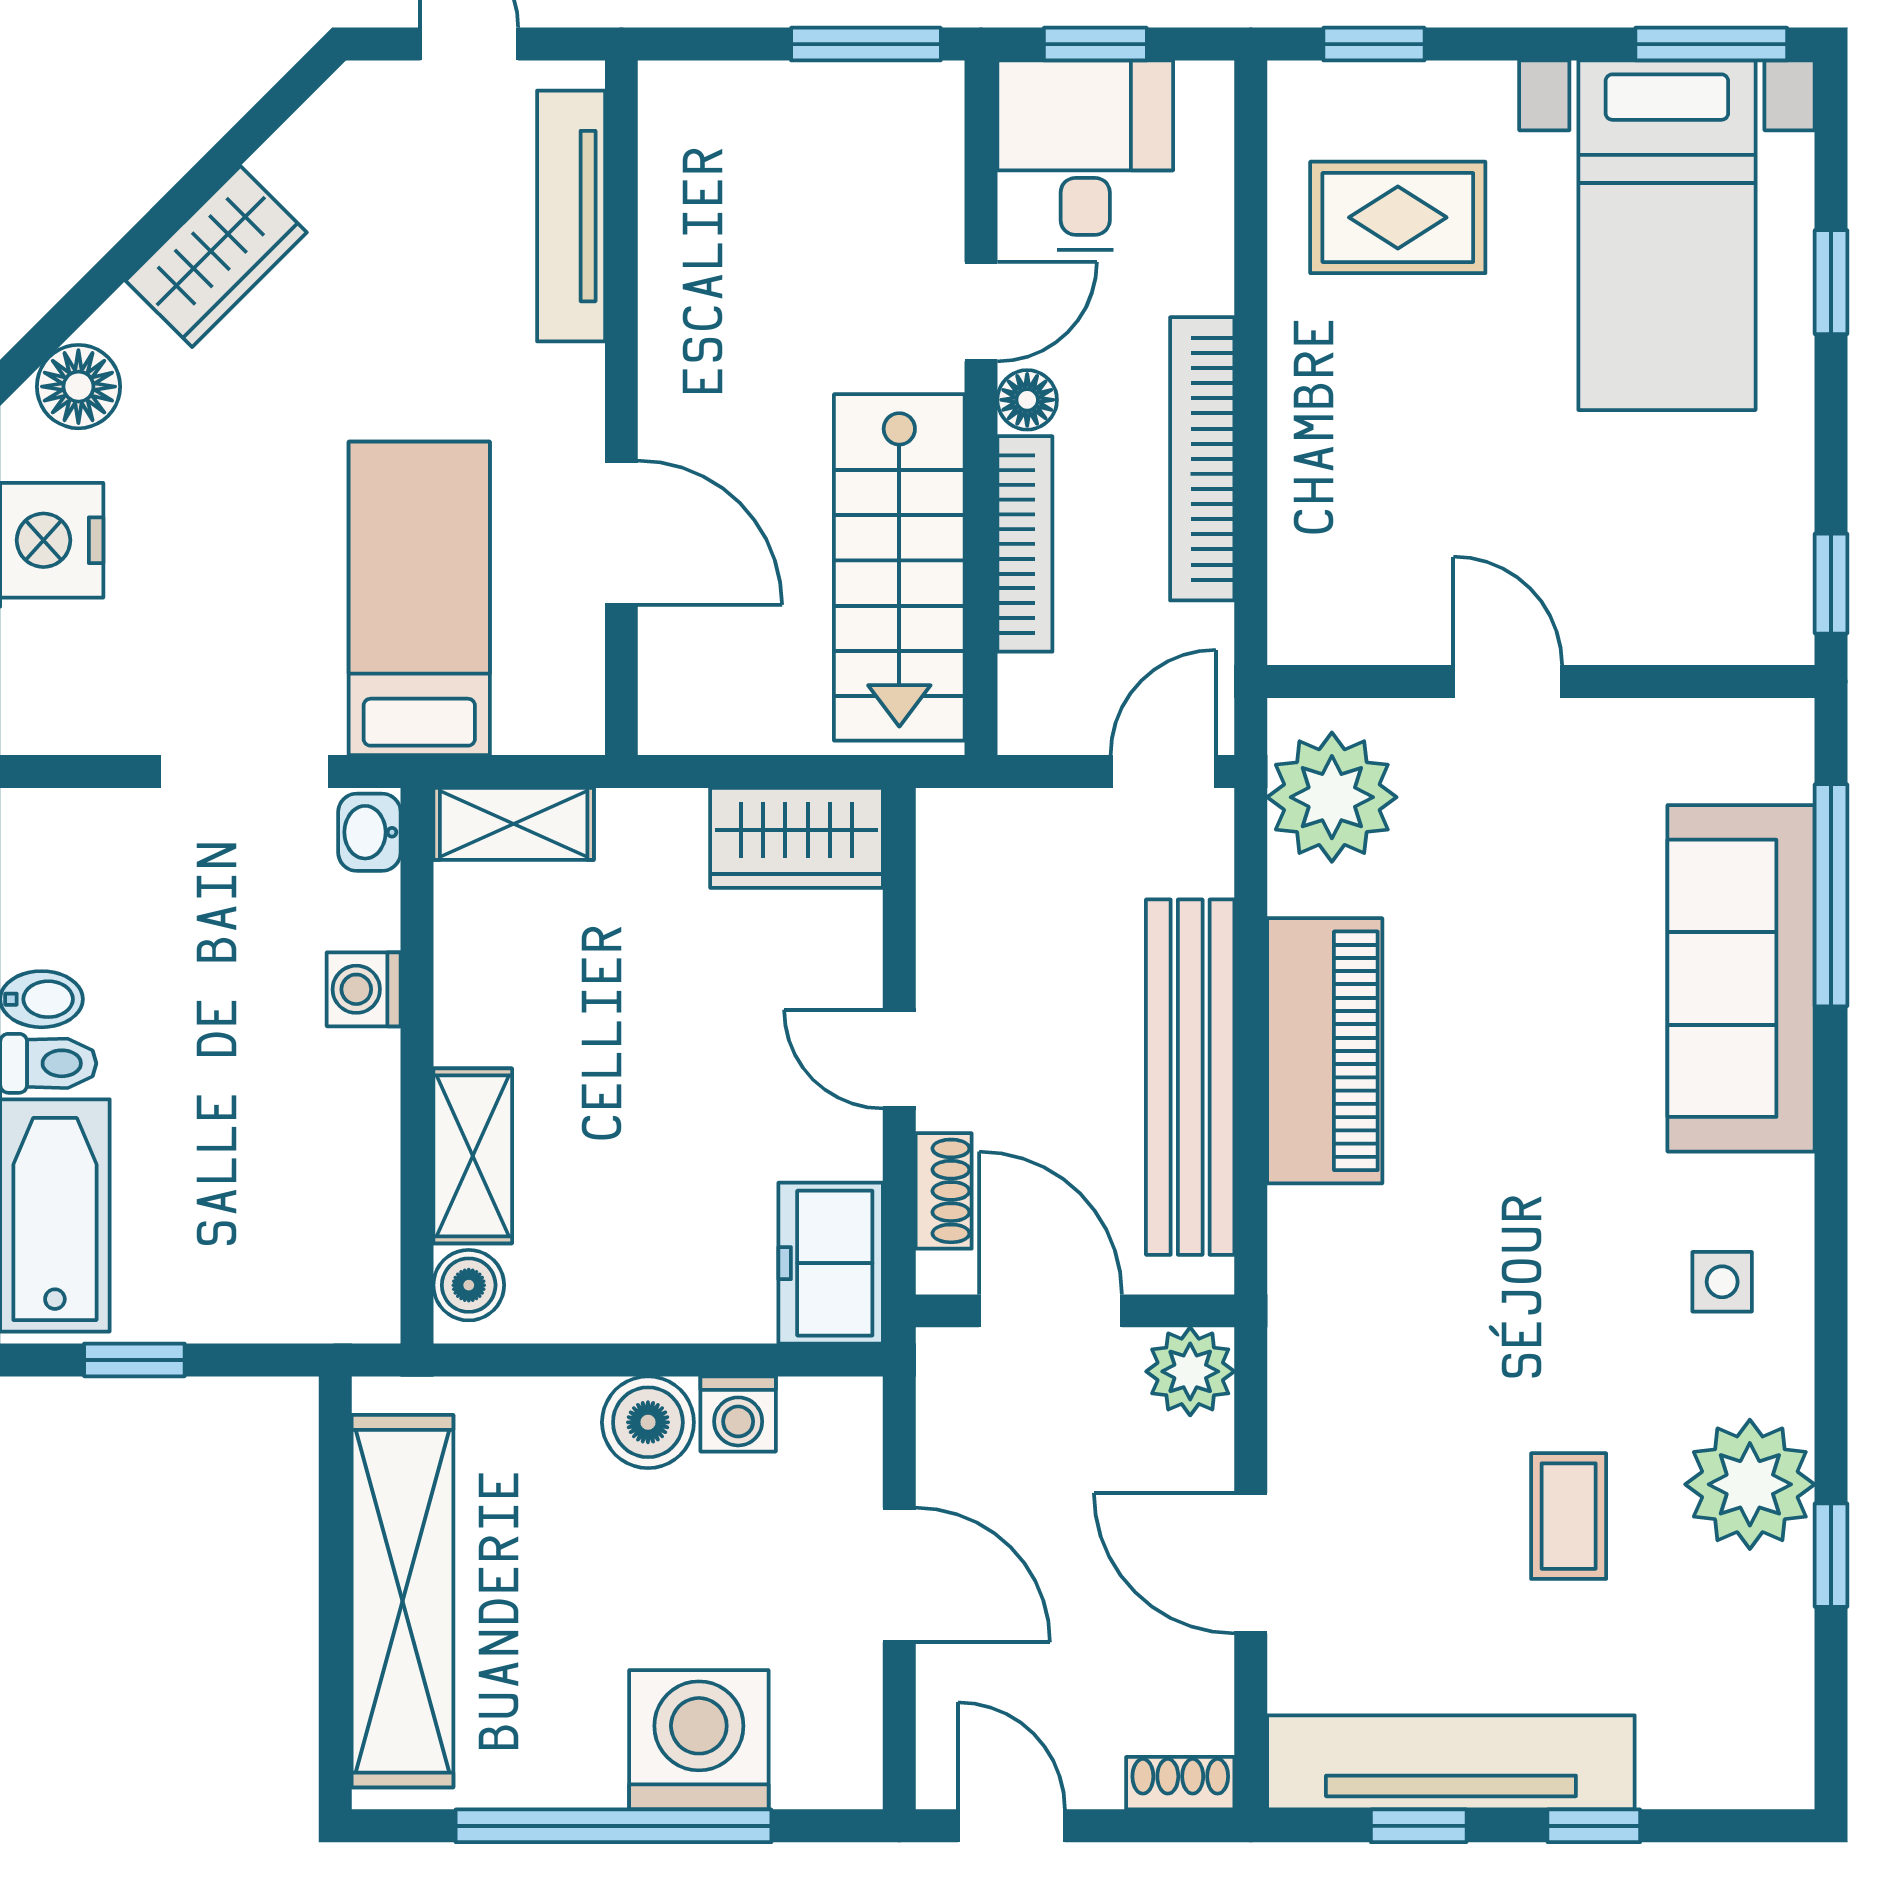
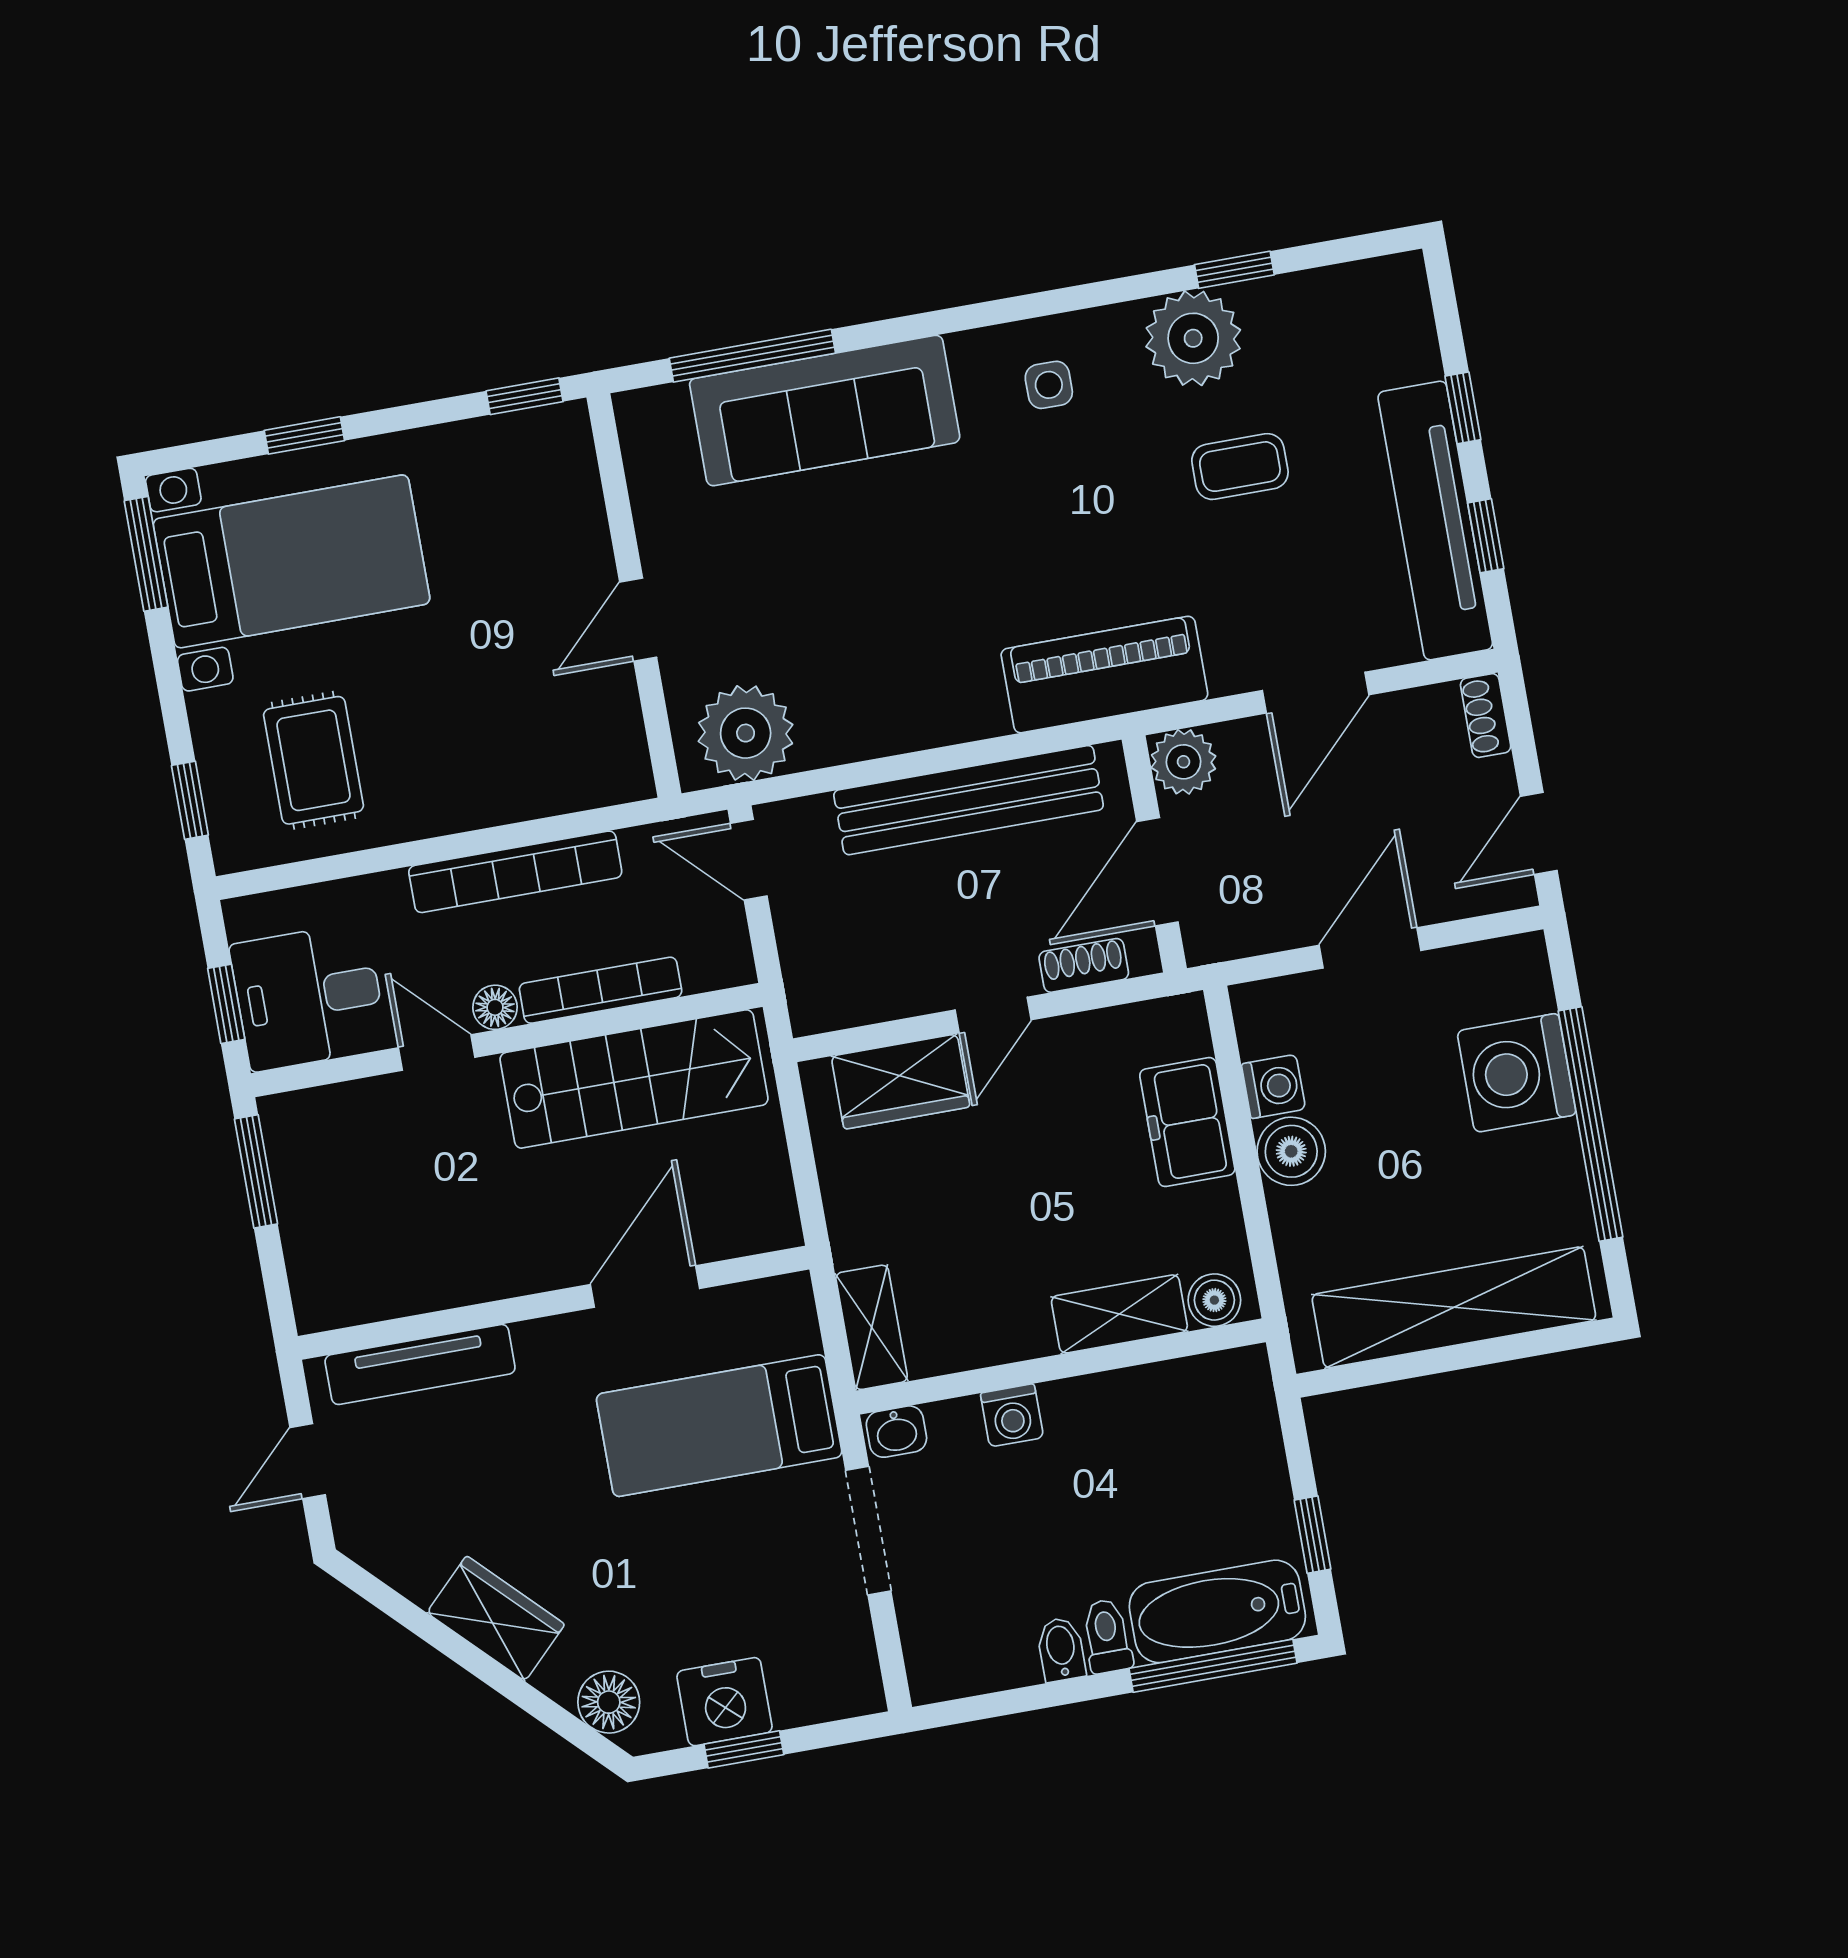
wardrobe: (797, 838) -> (901, 1082), moved, turned 90
piano: (1325, 1051) -> (1104, 675), moved
freezer: (831, 1263) -> (1187, 1122), moved, turned 90

